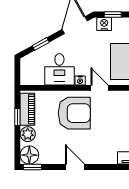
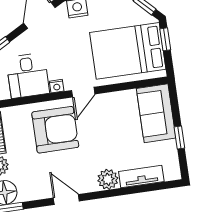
door: (99, 88) -> (83, 92), swing flipped
plant: (109, 156) -> (108, 179), added

